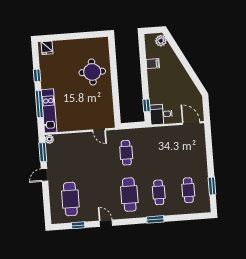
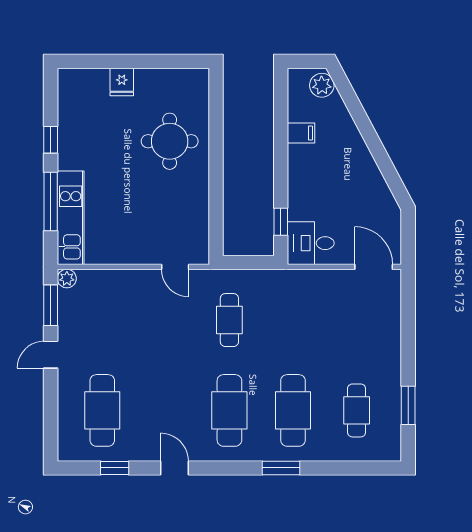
fridge: (47, 48) -> (122, 82), moved
cafe table: (159, 192) -> (293, 410), width x1.37, depth x1.35

